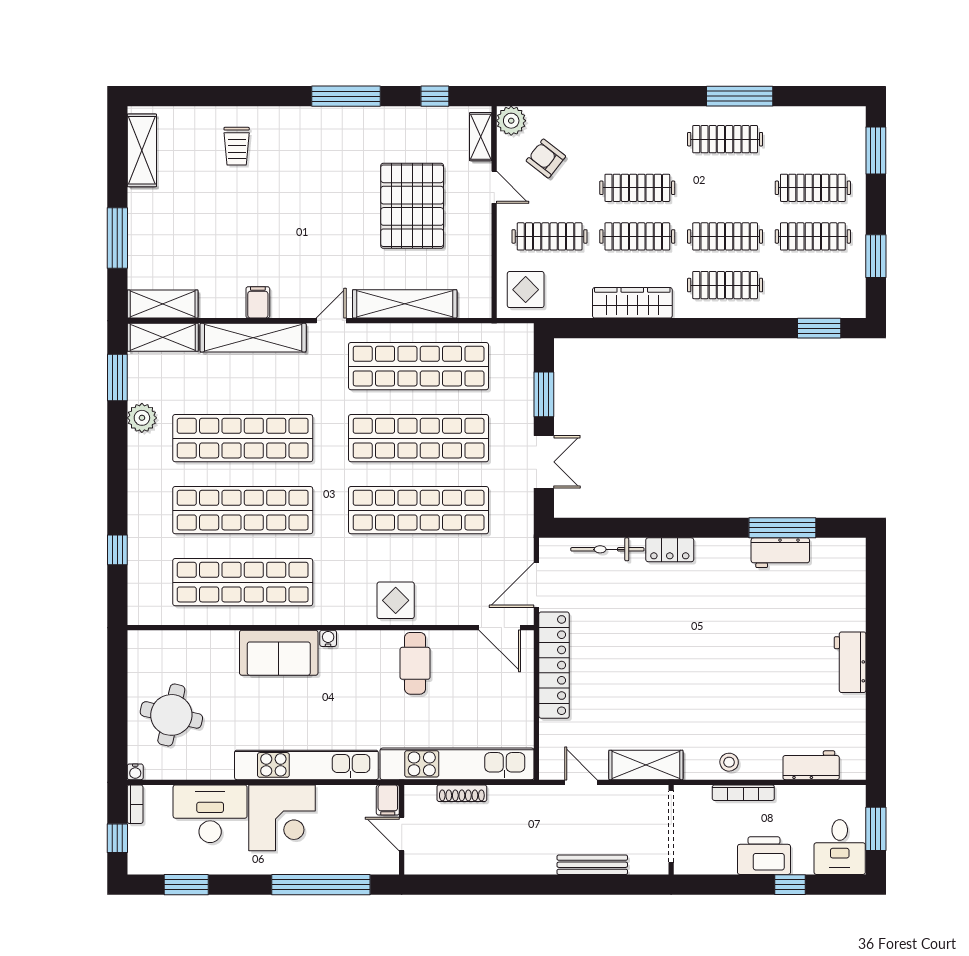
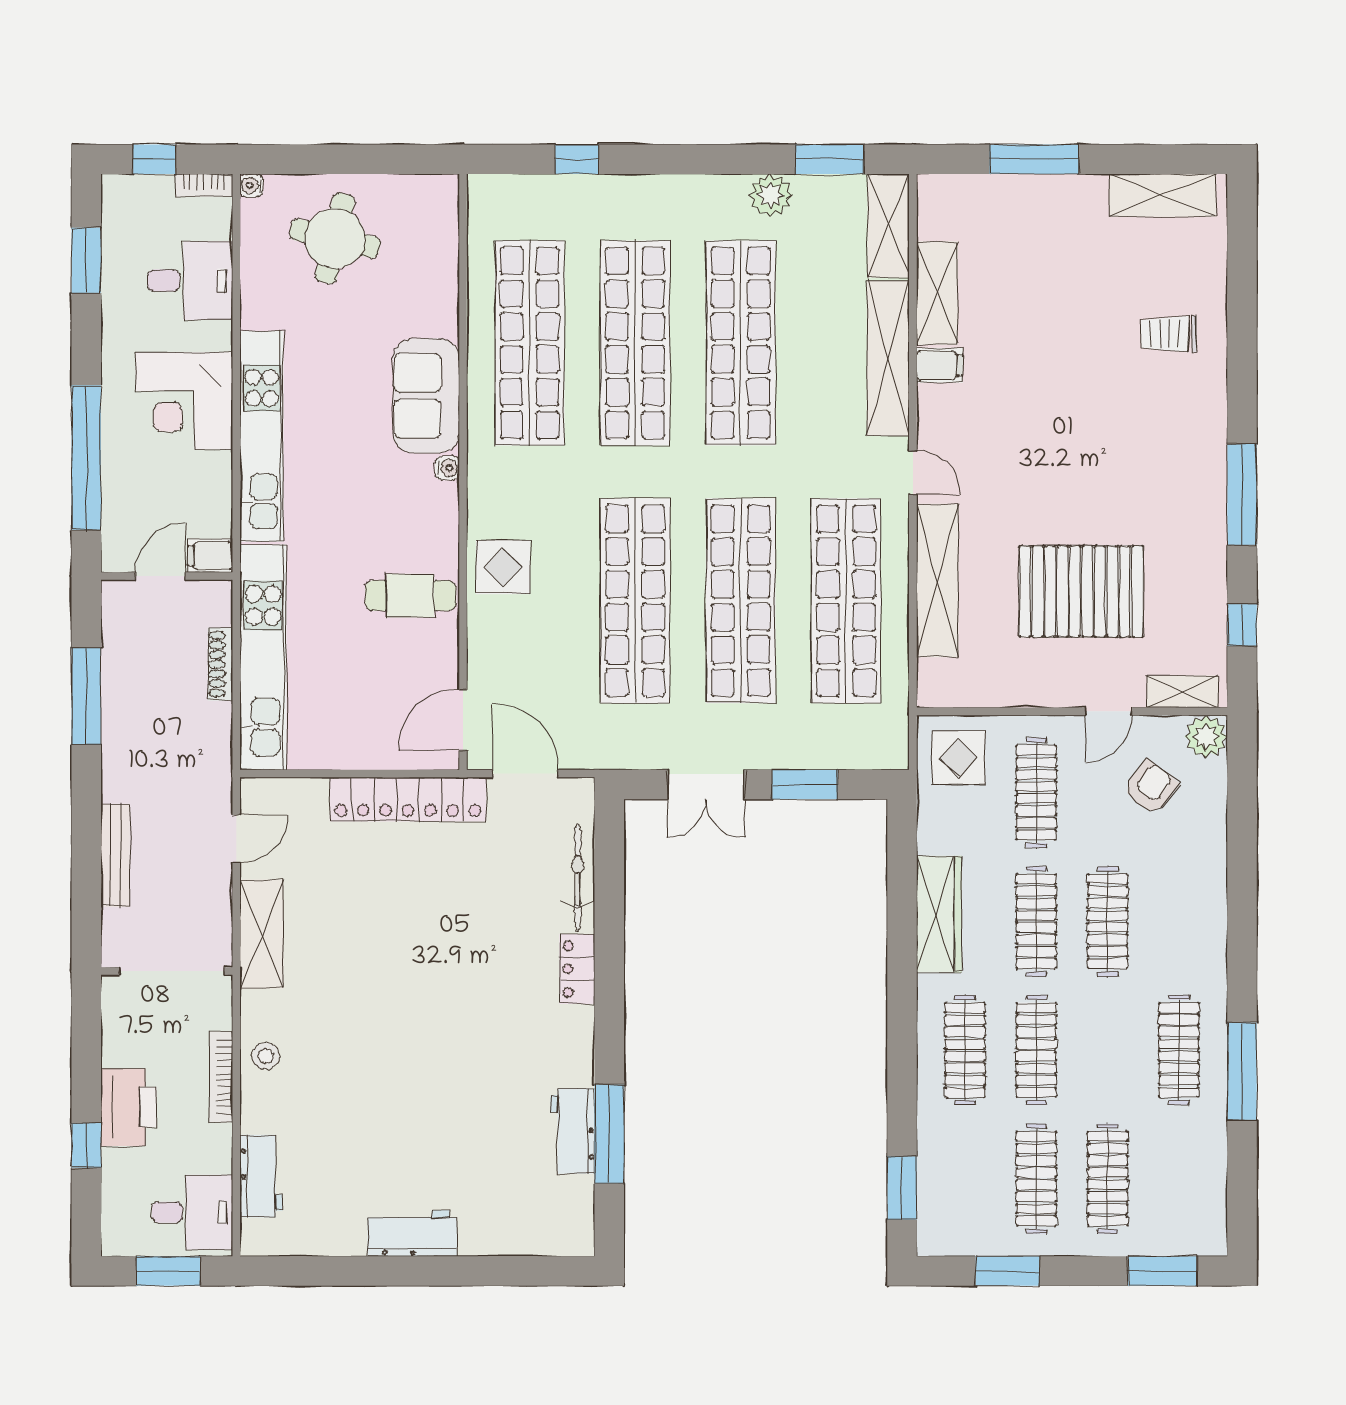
shelving: (163, 304) -> (937, 293), moved
desk: (210, 814) -> (190, 281), width x0.73
desk: (840, 847) -> (192, 1212), moved, turned 180
window: (484, 885) -> (86, 696), added

